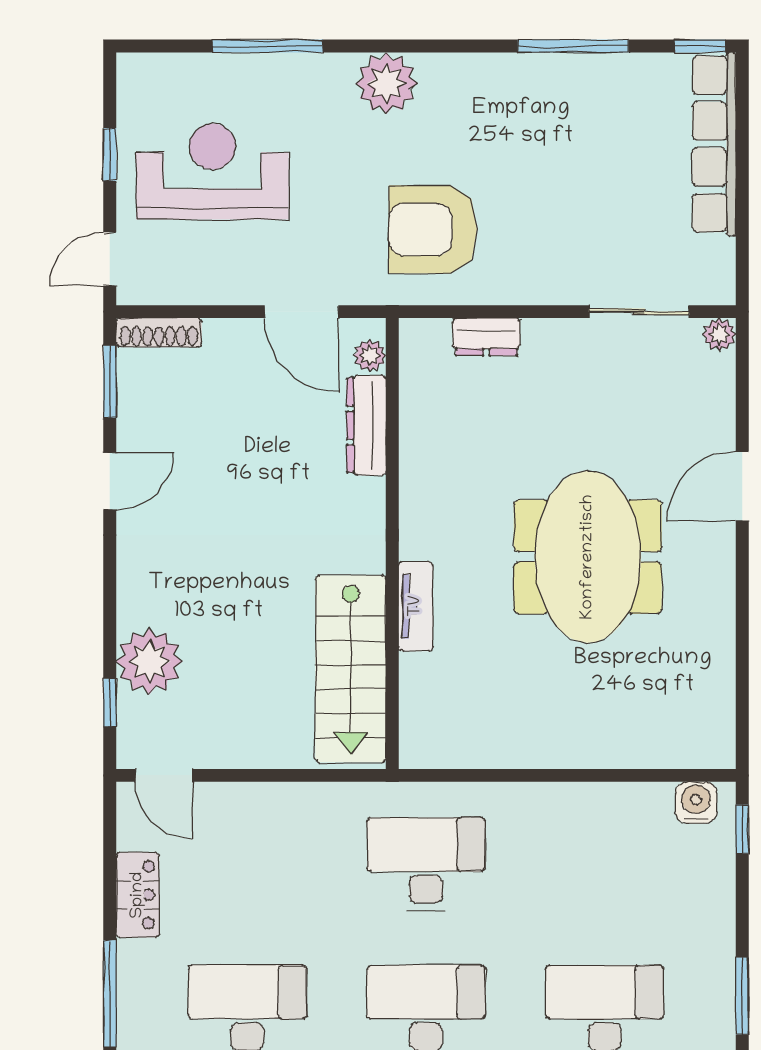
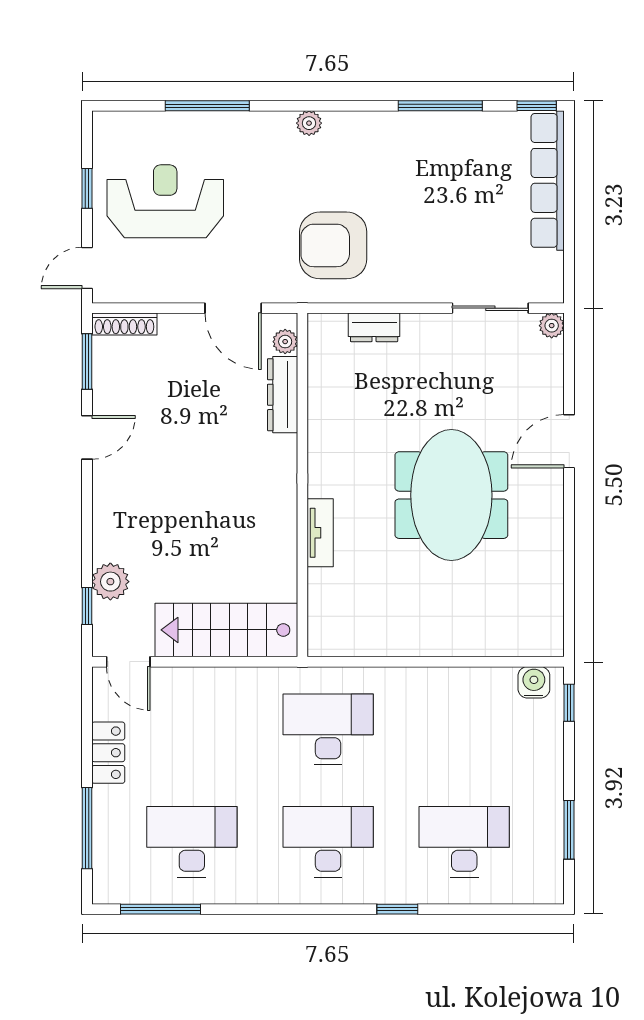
plant: (387, 83) -> (309, 123), width x0.53, depth x0.53
plant: (149, 661) -> (110, 582), width x0.73, depth x0.73
stairs: (351, 669) -> (226, 630), moved, turned 90

